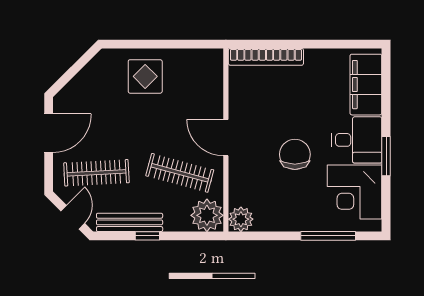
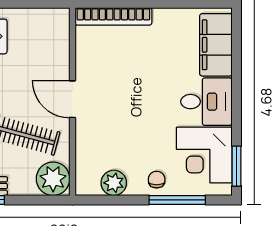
chair: (295, 154) -> (157, 180), moved, width x0.54, depth x0.54
window: (386, 156) -> (236, 166), moved
plant: (241, 219) -> (114, 183), moved

